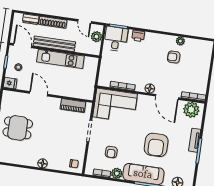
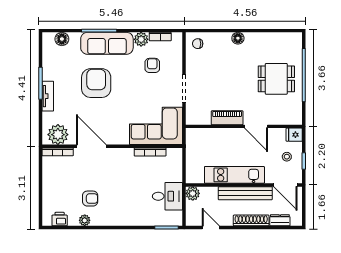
printer: (138, 36) -> (60, 219), moved
plant: (96, 37) -> (193, 193), moved
desk: (116, 39) -> (167, 196), moved, turned -90
floor lamp: (150, 88) -> (115, 154), removed
piano: (73, 106) -> (227, 118), moved

